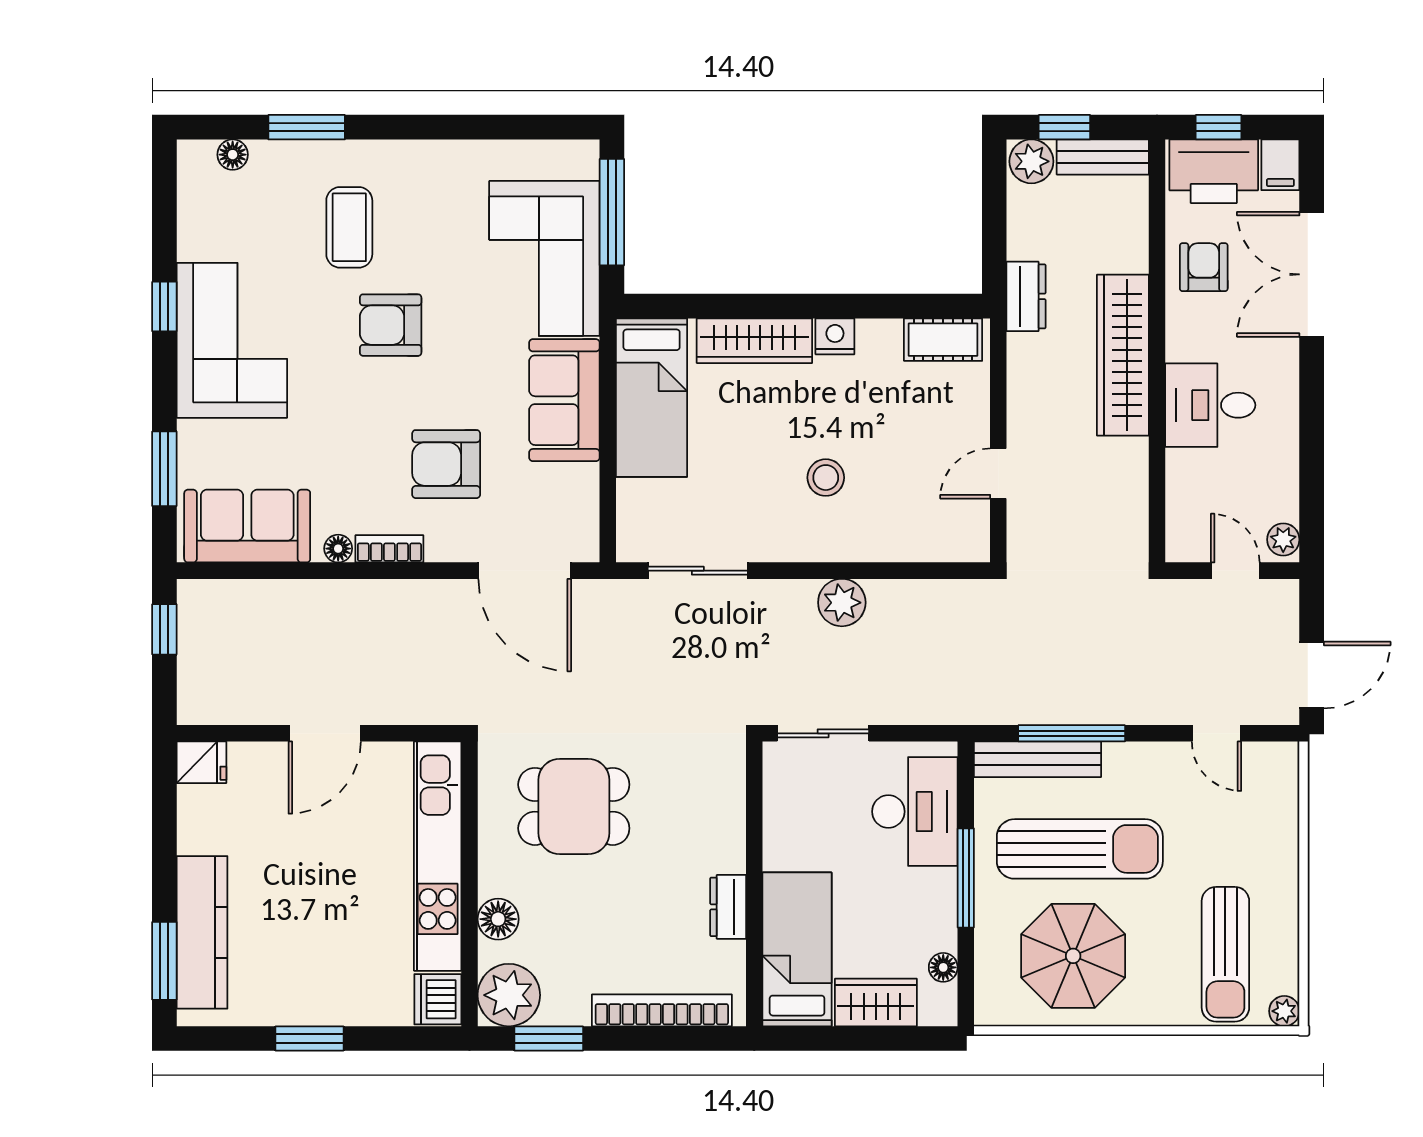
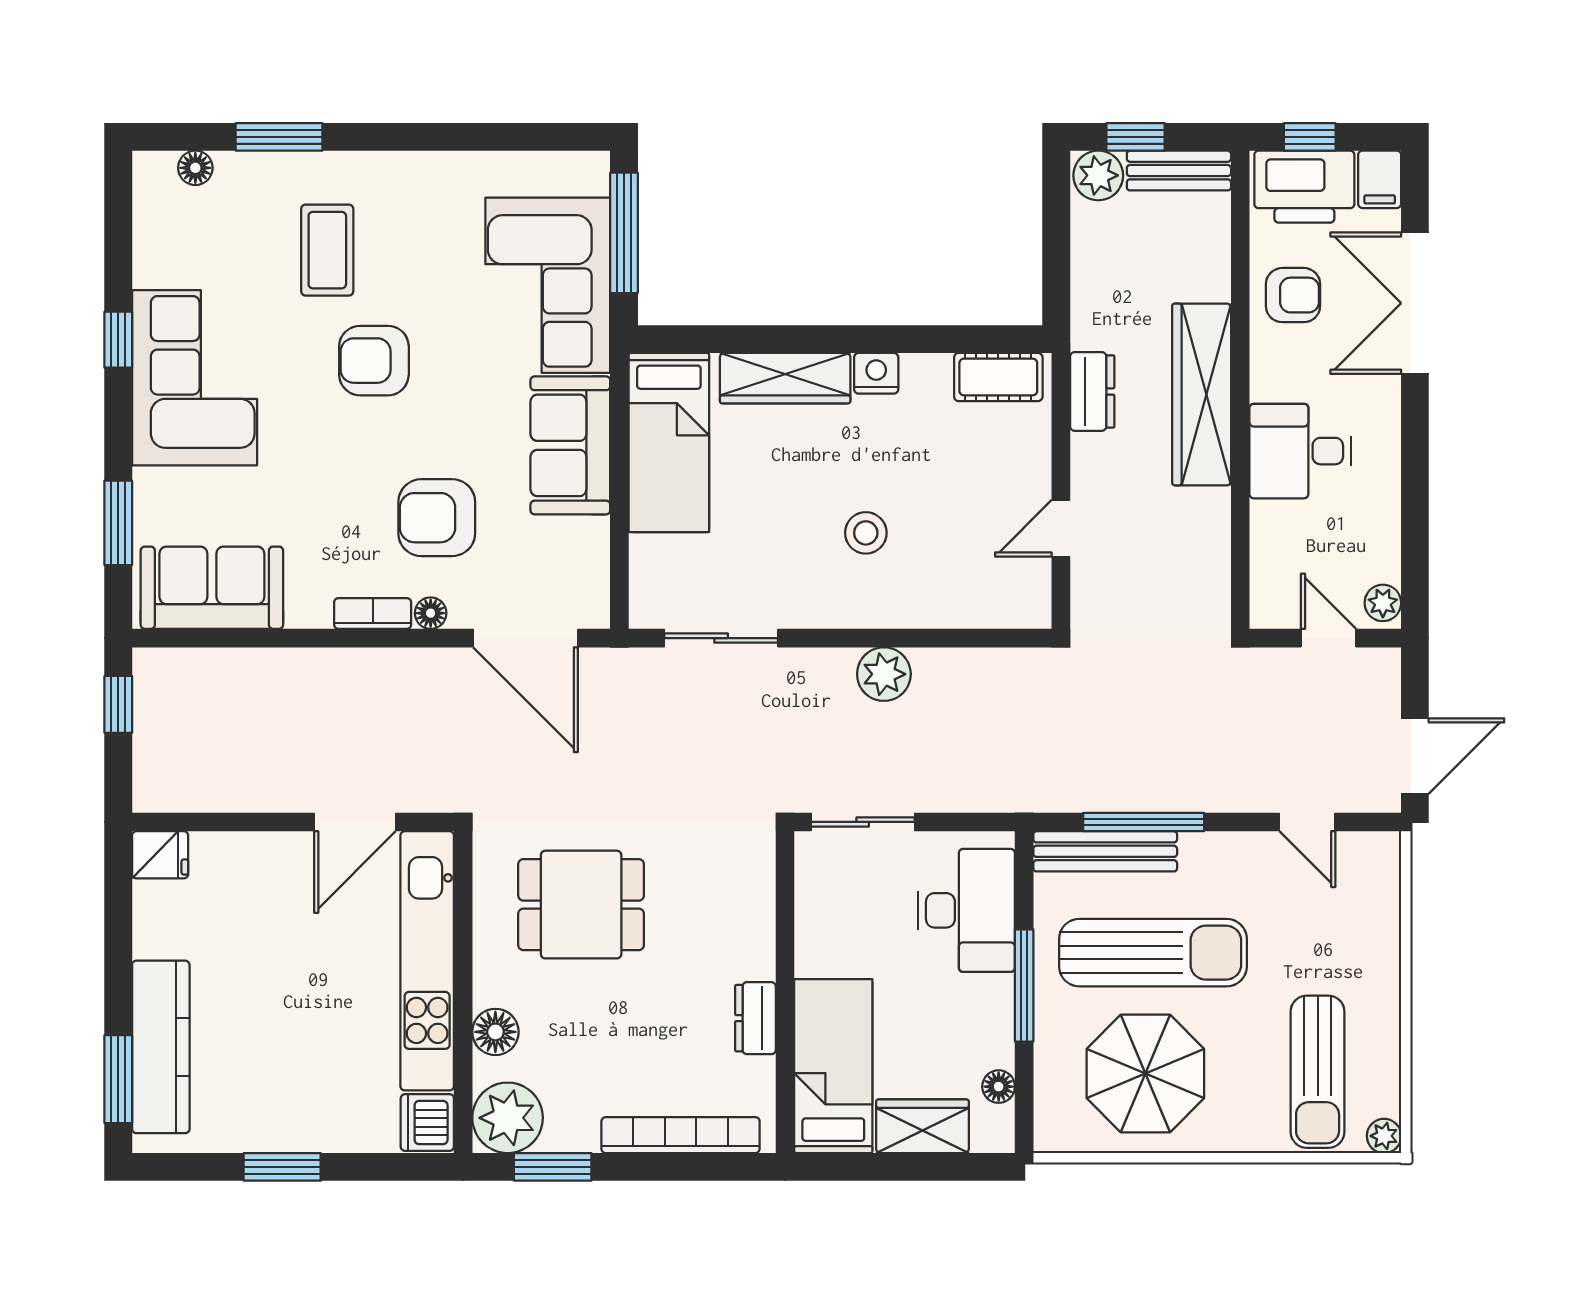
armchair: (1204, 267) -> (1293, 295), turned 90
dresser: (1026, 296) -> (1092, 391), moved
floor lamp: (338, 549) -> (431, 613), moved
door: (325, 733) -> (355, 822), moved

